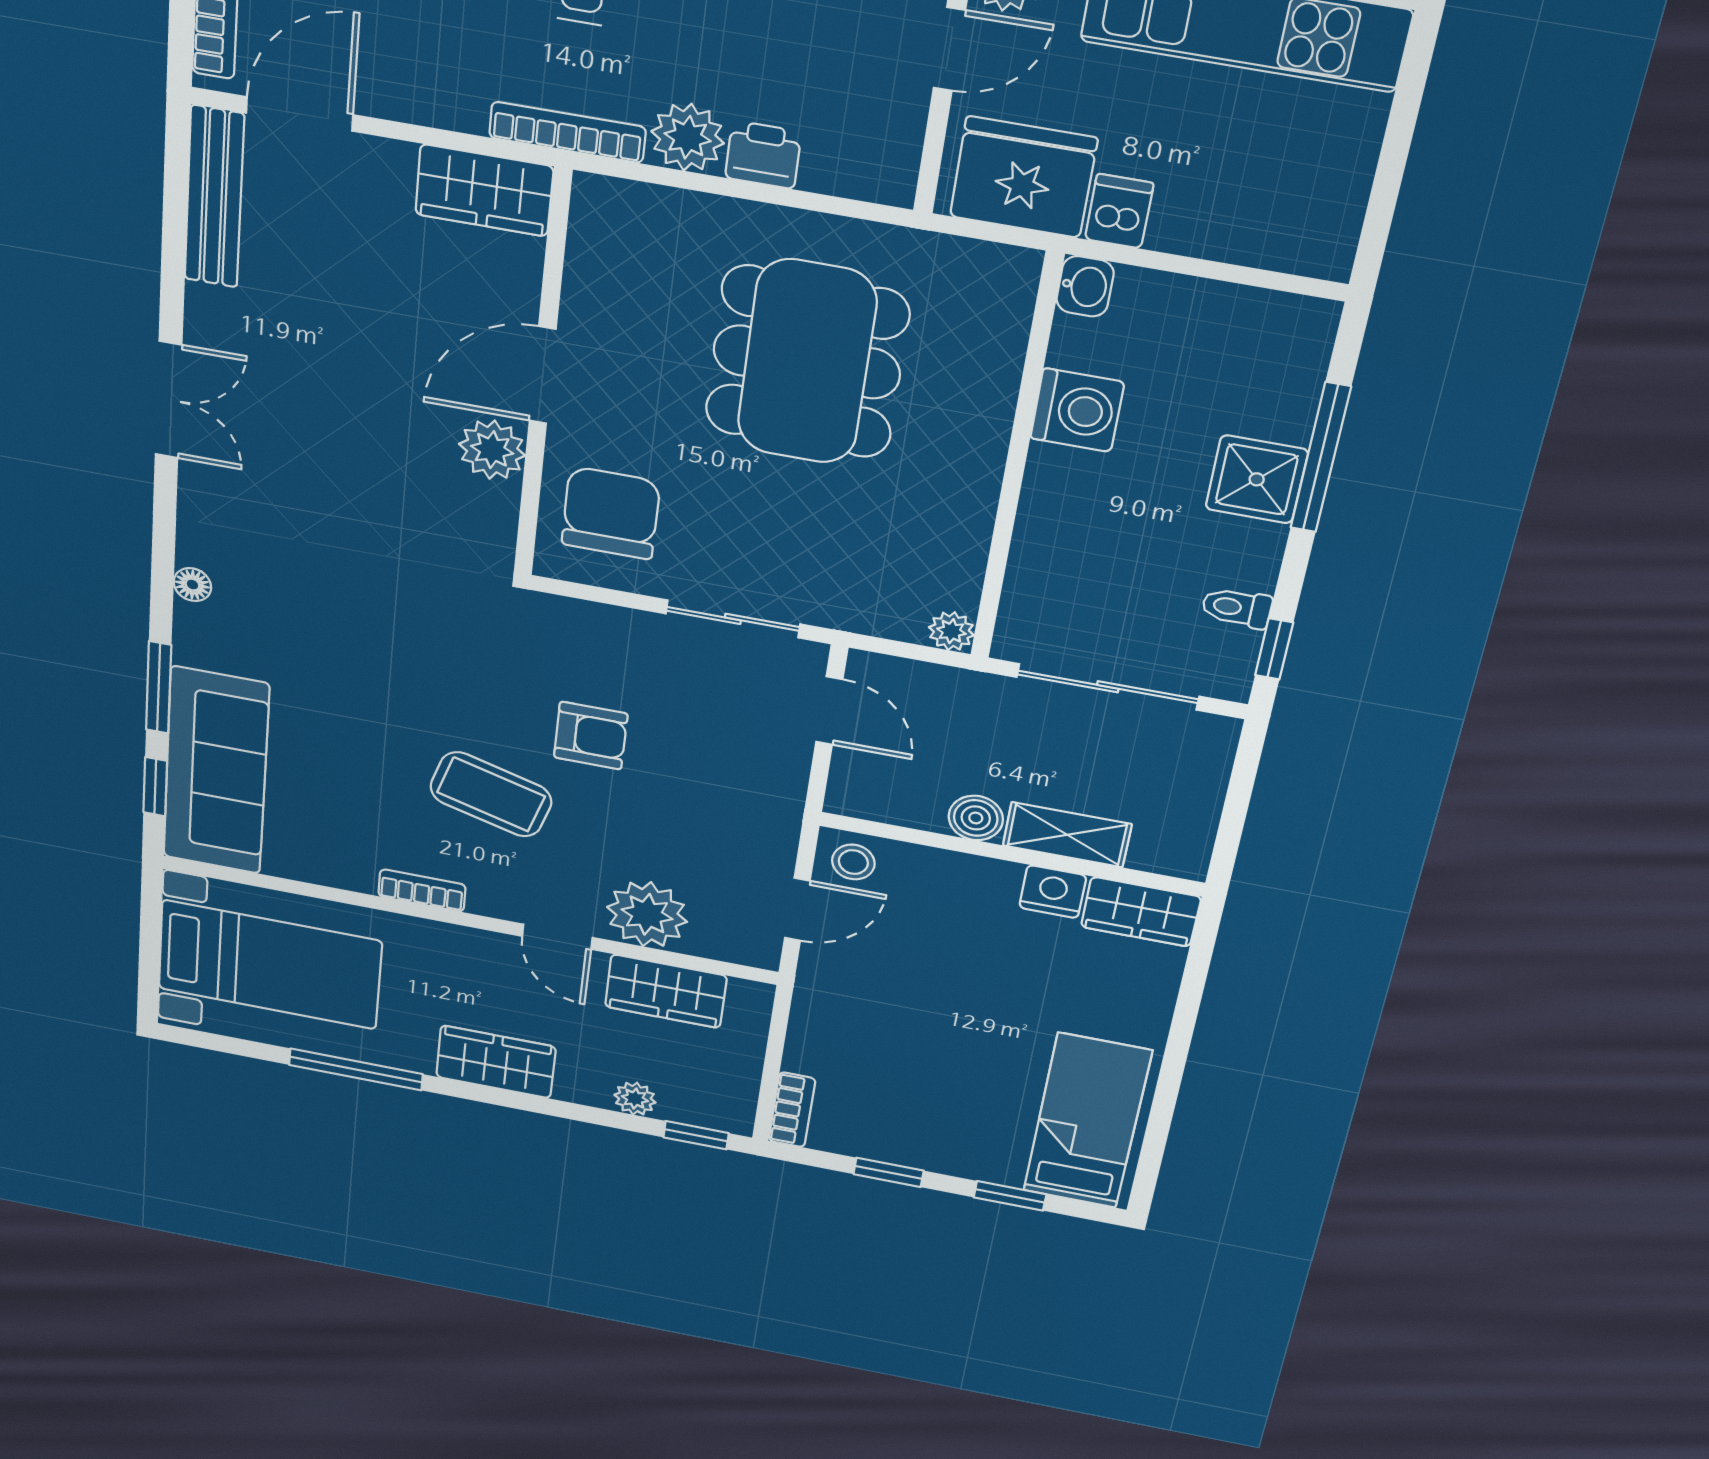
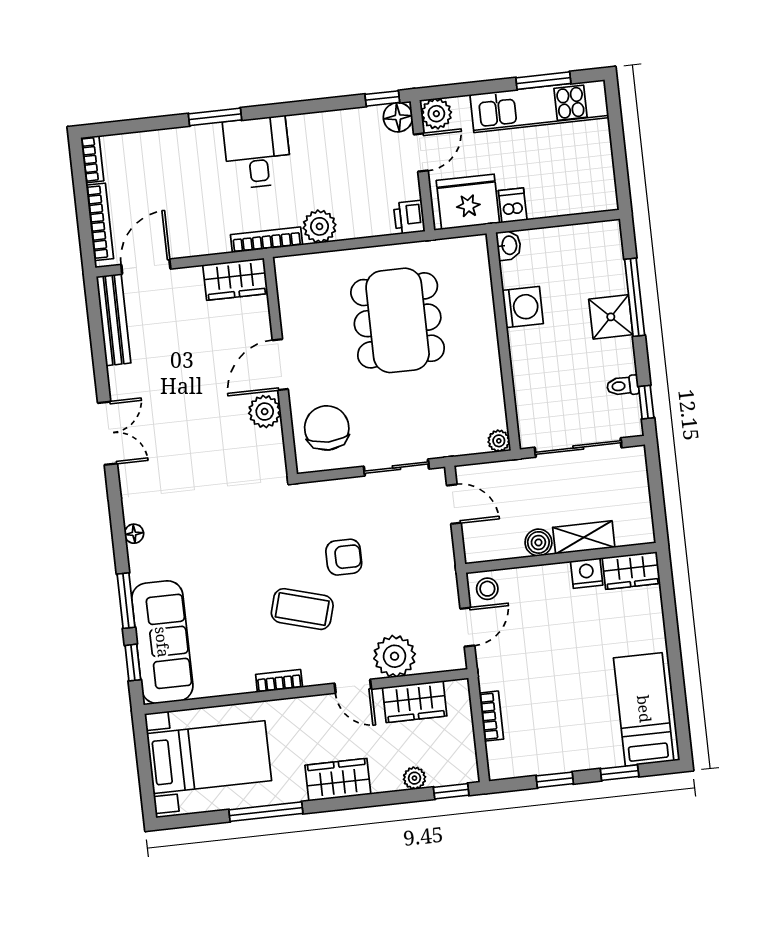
printer: (763, 155) -> (409, 217), moved, turned -90
bookcase: (792, 1110) -> (491, 716), moved

